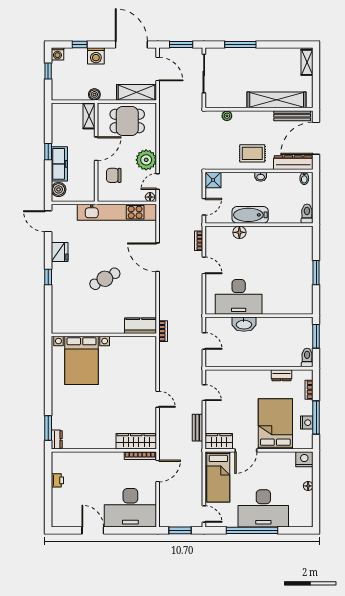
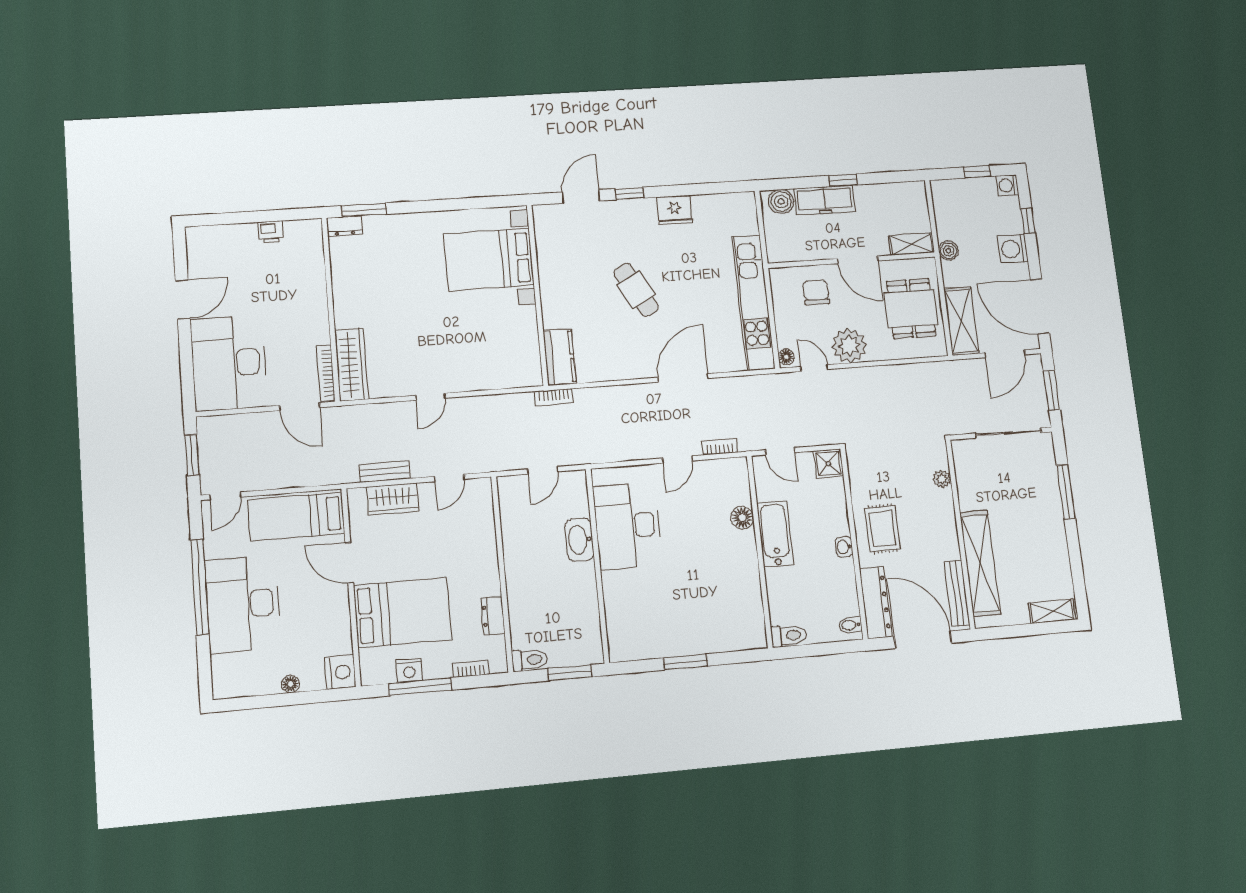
door: (131, 45) -> (1040, 306), swing flipped
door: (48, 221) -> (581, 196), moved
wardrobe: (219, 441) -> (393, 499), moved, turned 90

